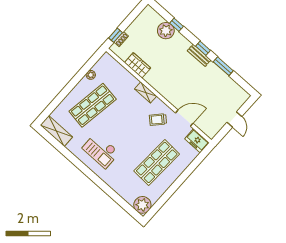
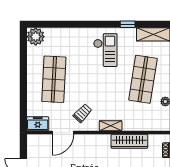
wardrobe: (138, 65) -> (129, 141), width x1.50
checkout: (101, 150) -> (105, 50), turned 90
window: (68, 155) -> (128, 24), added

